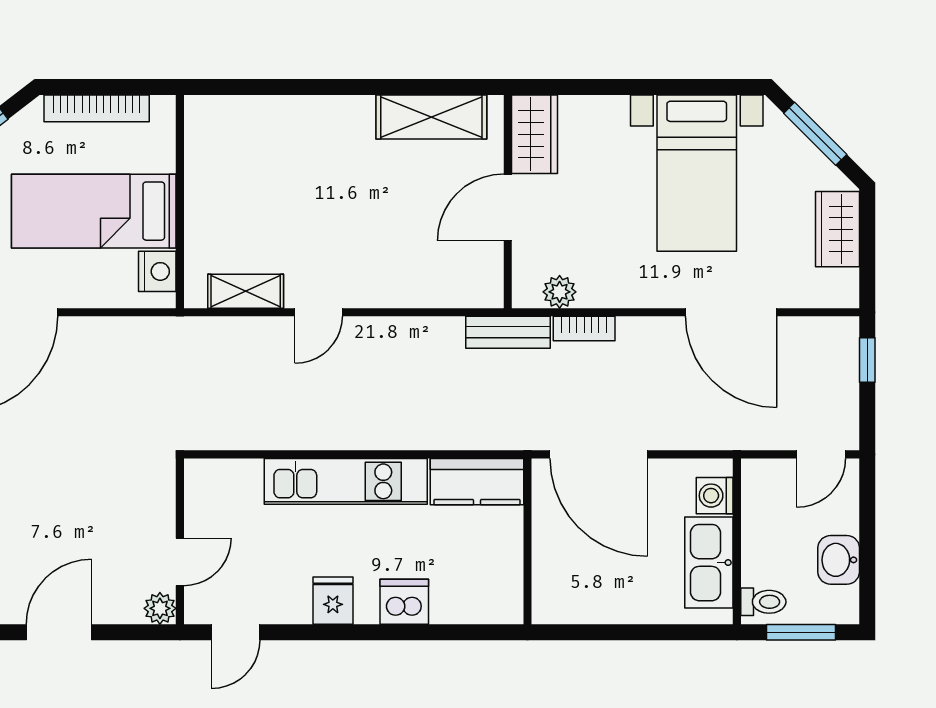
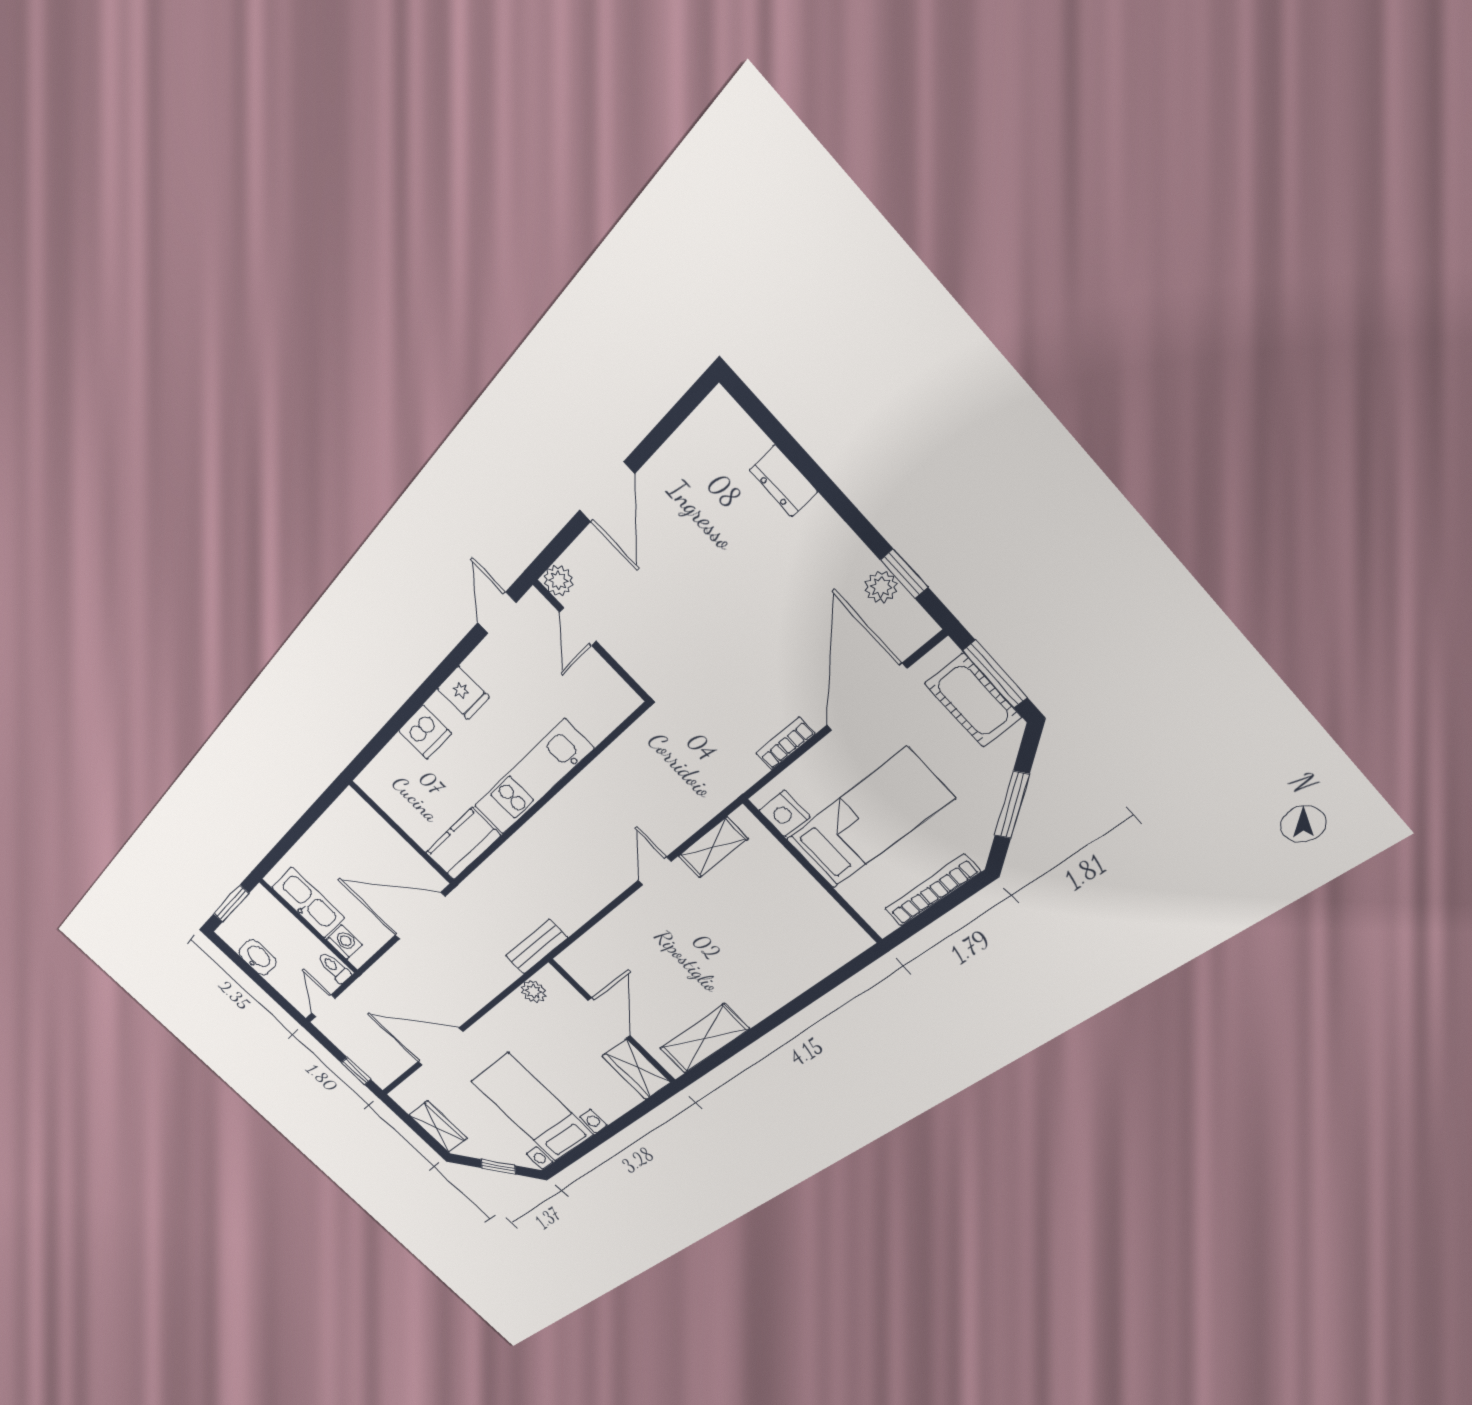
window: (815, 134) -> (498, 1167), width x0.67
bookcase: (584, 328) -> (785, 743), moved
toilet: (763, 602) -> (334, 968), moved, turned 90

